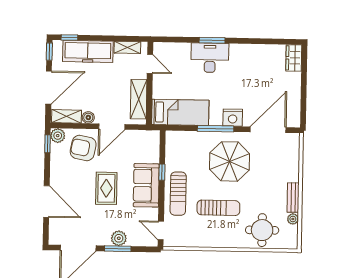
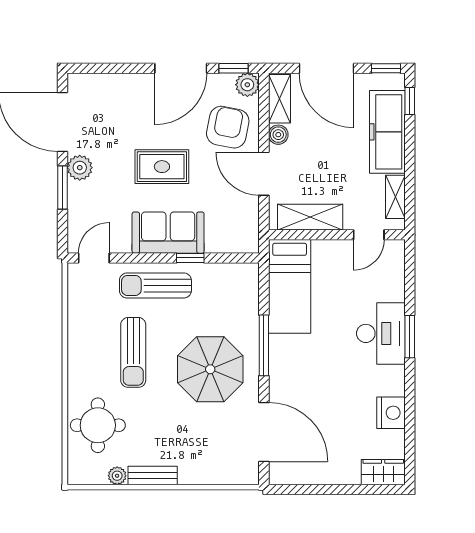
nightstand: (233, 118) -> (391, 413), moved, turned 180
door: (46, 202) -> (181, 68), moved
plant: (119, 238) -> (80, 168), moved

